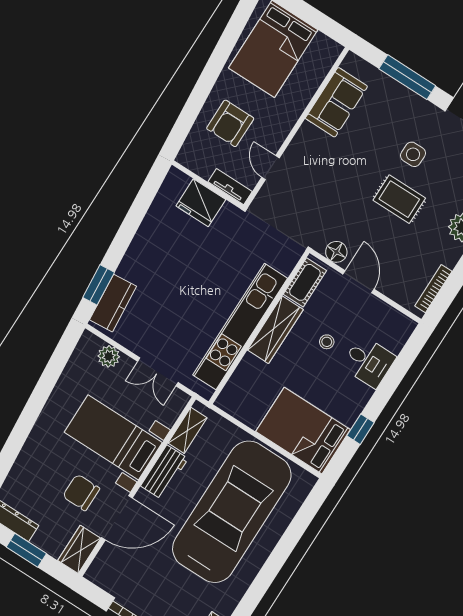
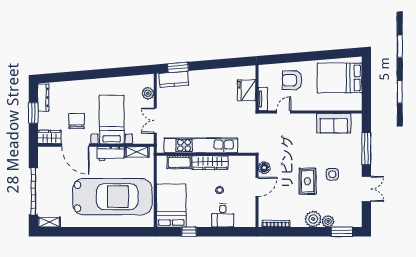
cot: (305, 282) -> (179, 162), moved

